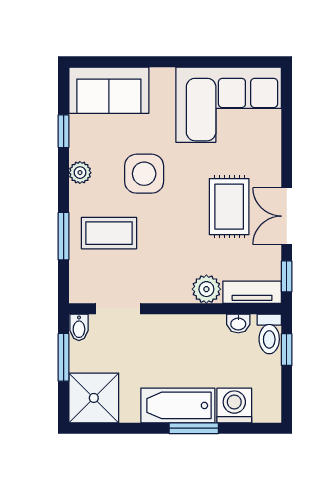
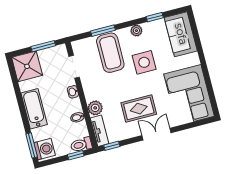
double door: (287, 216) -> (157, 134), moved
coffee table: (109, 233) -> (110, 53), width x1.36, depth x1.32
washbasin: (238, 323) -> (73, 92), moved
bidet: (79, 327) -> (77, 117), moved
washing machine: (234, 406) -> (45, 149), moved
window: (194, 428) -> (32, 145), moved

